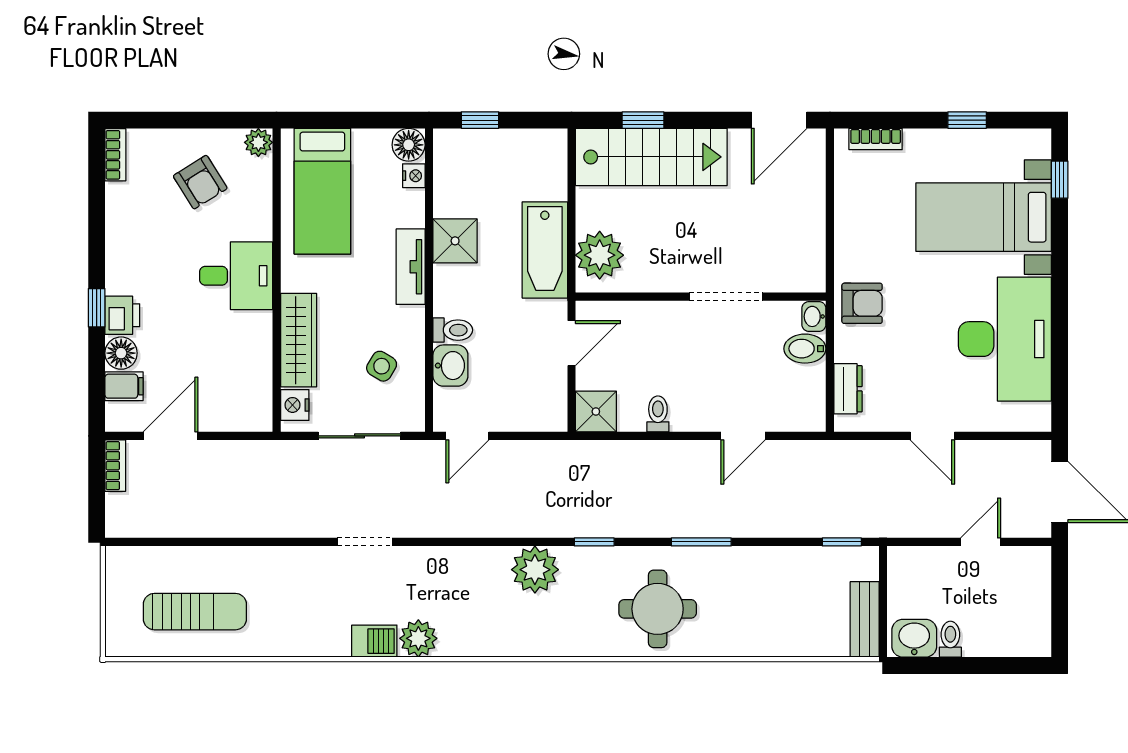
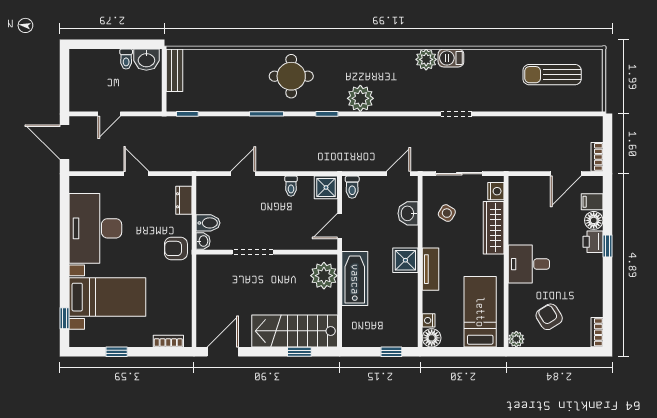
shower: (455, 241) -> (405, 260), moved
toilet: (453, 330) -> (352, 187), moved, turned -90

